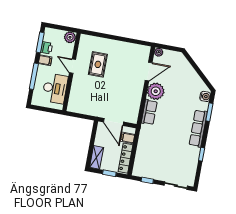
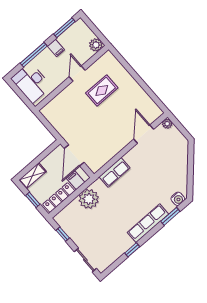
printer: (46, 48) -> (66, 37), removed
door: (149, 71) -> (144, 134), swing flipped
desk: (55, 88) -> (31, 82), moved, turned 90
plant: (156, 91) -> (89, 199), moved

